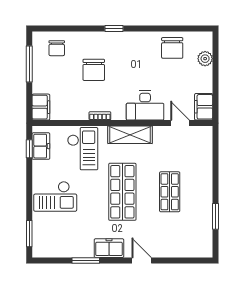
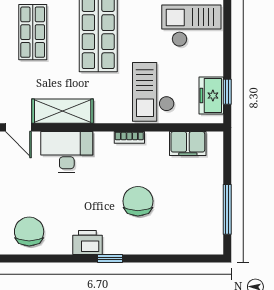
printer: (130, 40) -> (87, 242), added
chair: (57, 48) -> (189, 231), removed
filing cabinet: (41, 107) -> (188, 144), moved, turned -90
shelving: (130, 135) -> (63, 111), moved

